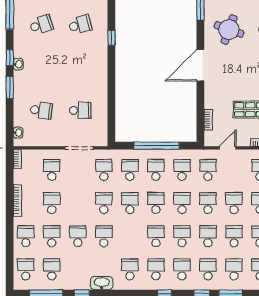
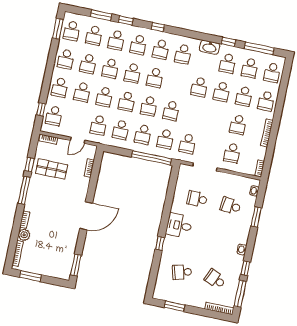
school desk: (41, 25) -> (215, 279), turned 42
round table: (229, 30) -> (55, 241), removed
window: (111, 38) -> (160, 243), moved
window: (10, 58) -> (246, 268), moved
desk: (94, 76) -> (179, 225), added
window: (10, 87) -> (256, 217), moved
window: (157, 146) -> (151, 158), moved
school desk: (104, 203) -> (228, 63), moved

